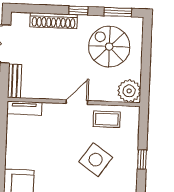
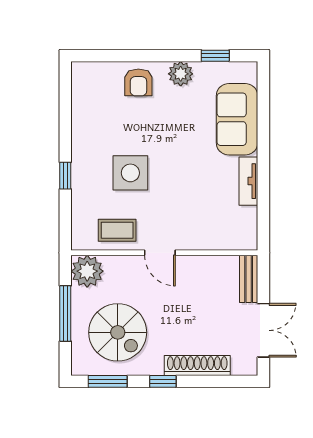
window: (146, 62) -> (65, 313), added
door: (77, 102) -> (160, 253), hinge flipped
tv unit: (24, 108) -> (248, 181), moved, turned -90
side table: (96, 160) -> (130, 173), turned -35

